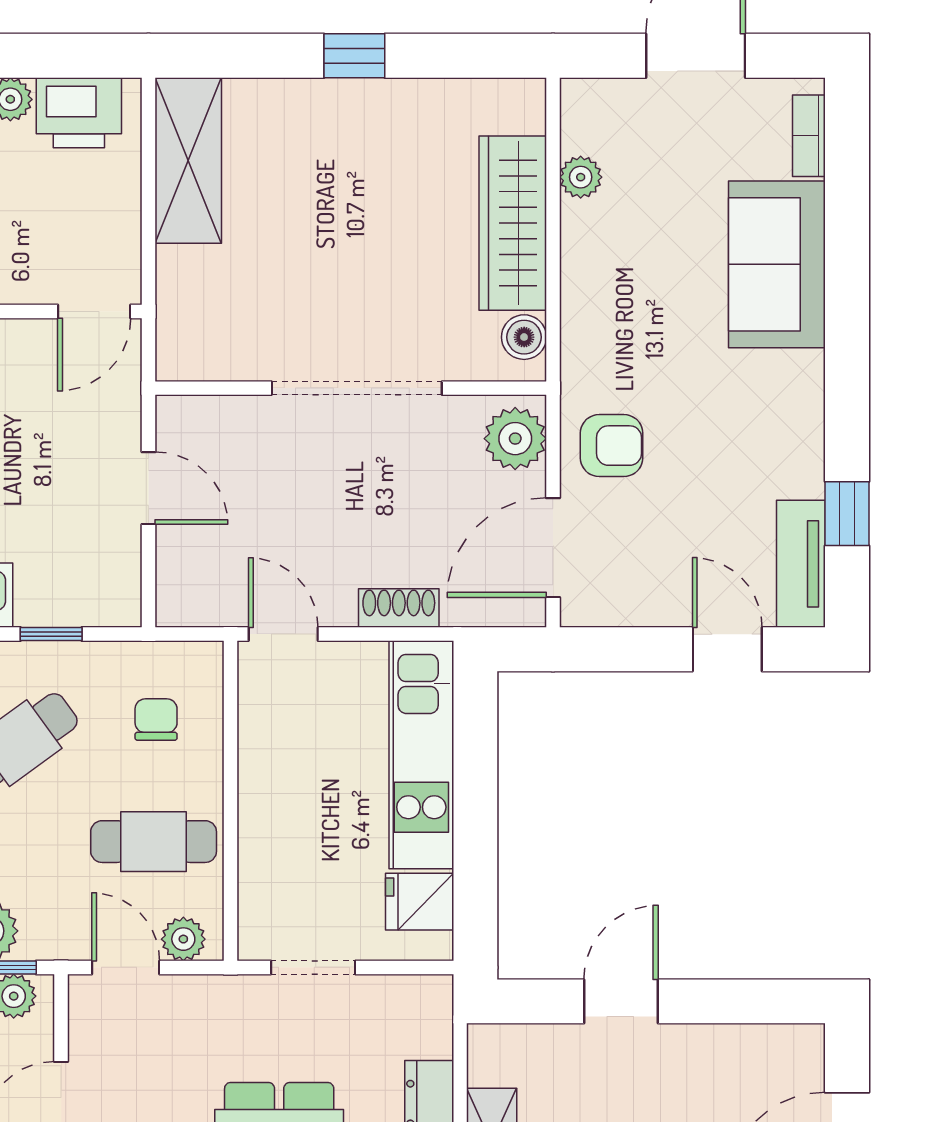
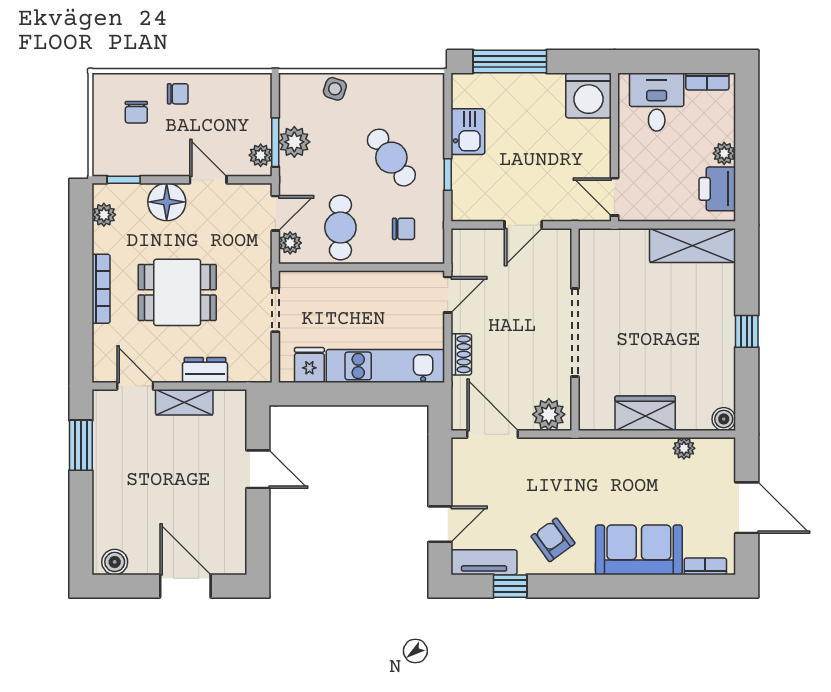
wardrobe: (513, 223) -> (645, 413), width x0.67
boiler: (524, 337) -> (724, 419), moved
armchair: (612, 446) -> (553, 540), moved, turned 144

